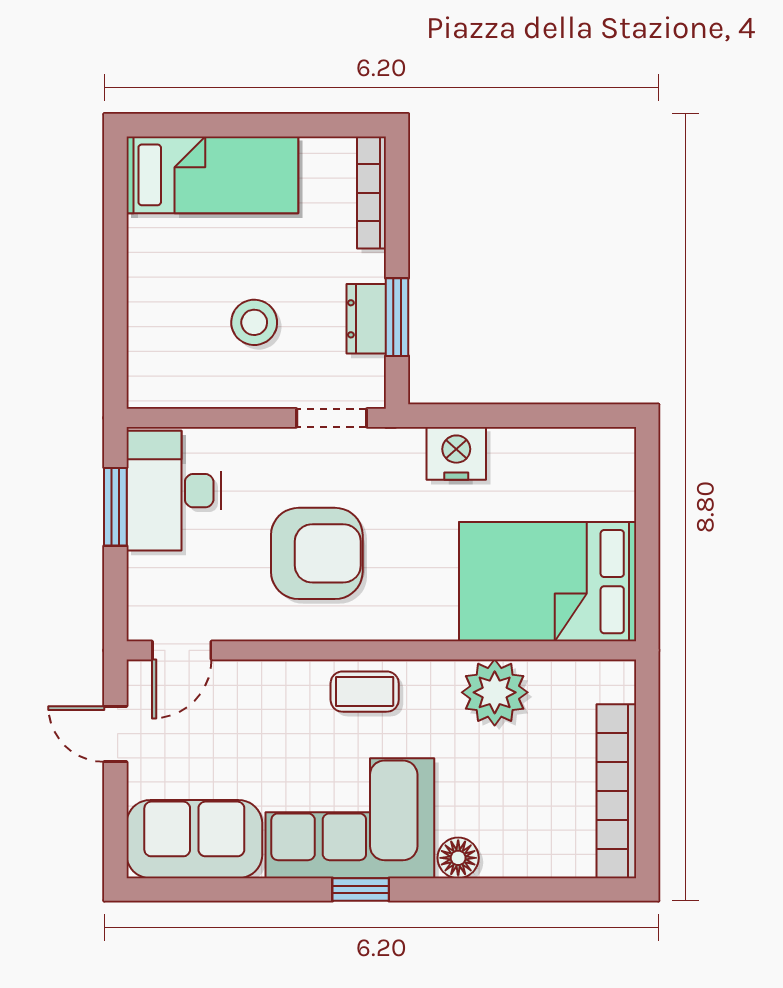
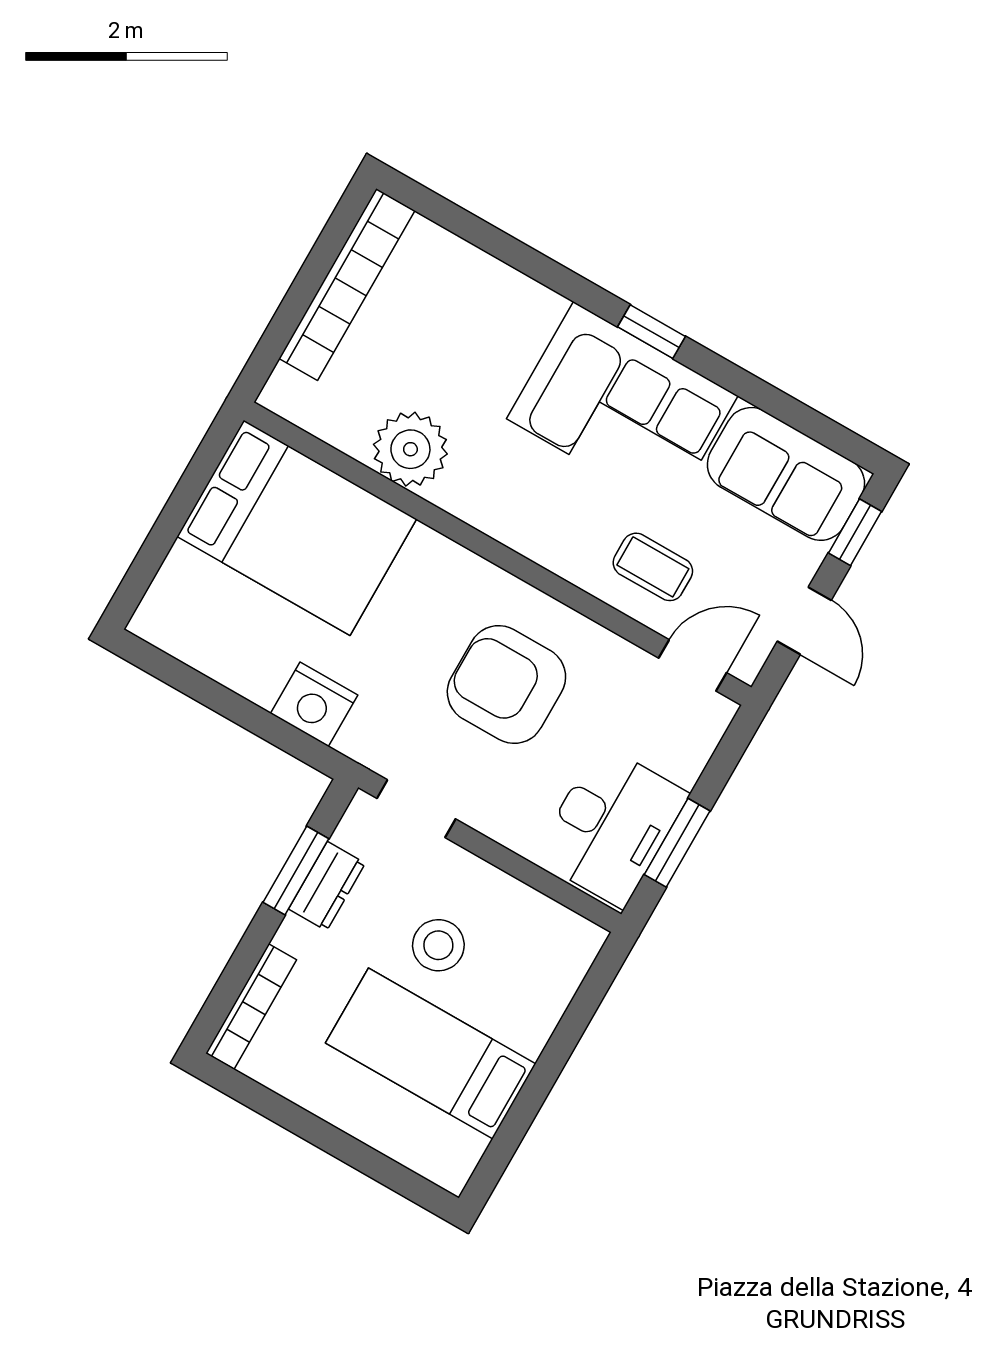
bed: (212, 175) -> (431, 1053), moved
coffee table: (365, 692) -> (653, 567), moved
window: (115, 825) -> (855, 532), added
floor lamp: (458, 858) -> (539, 308), removed

